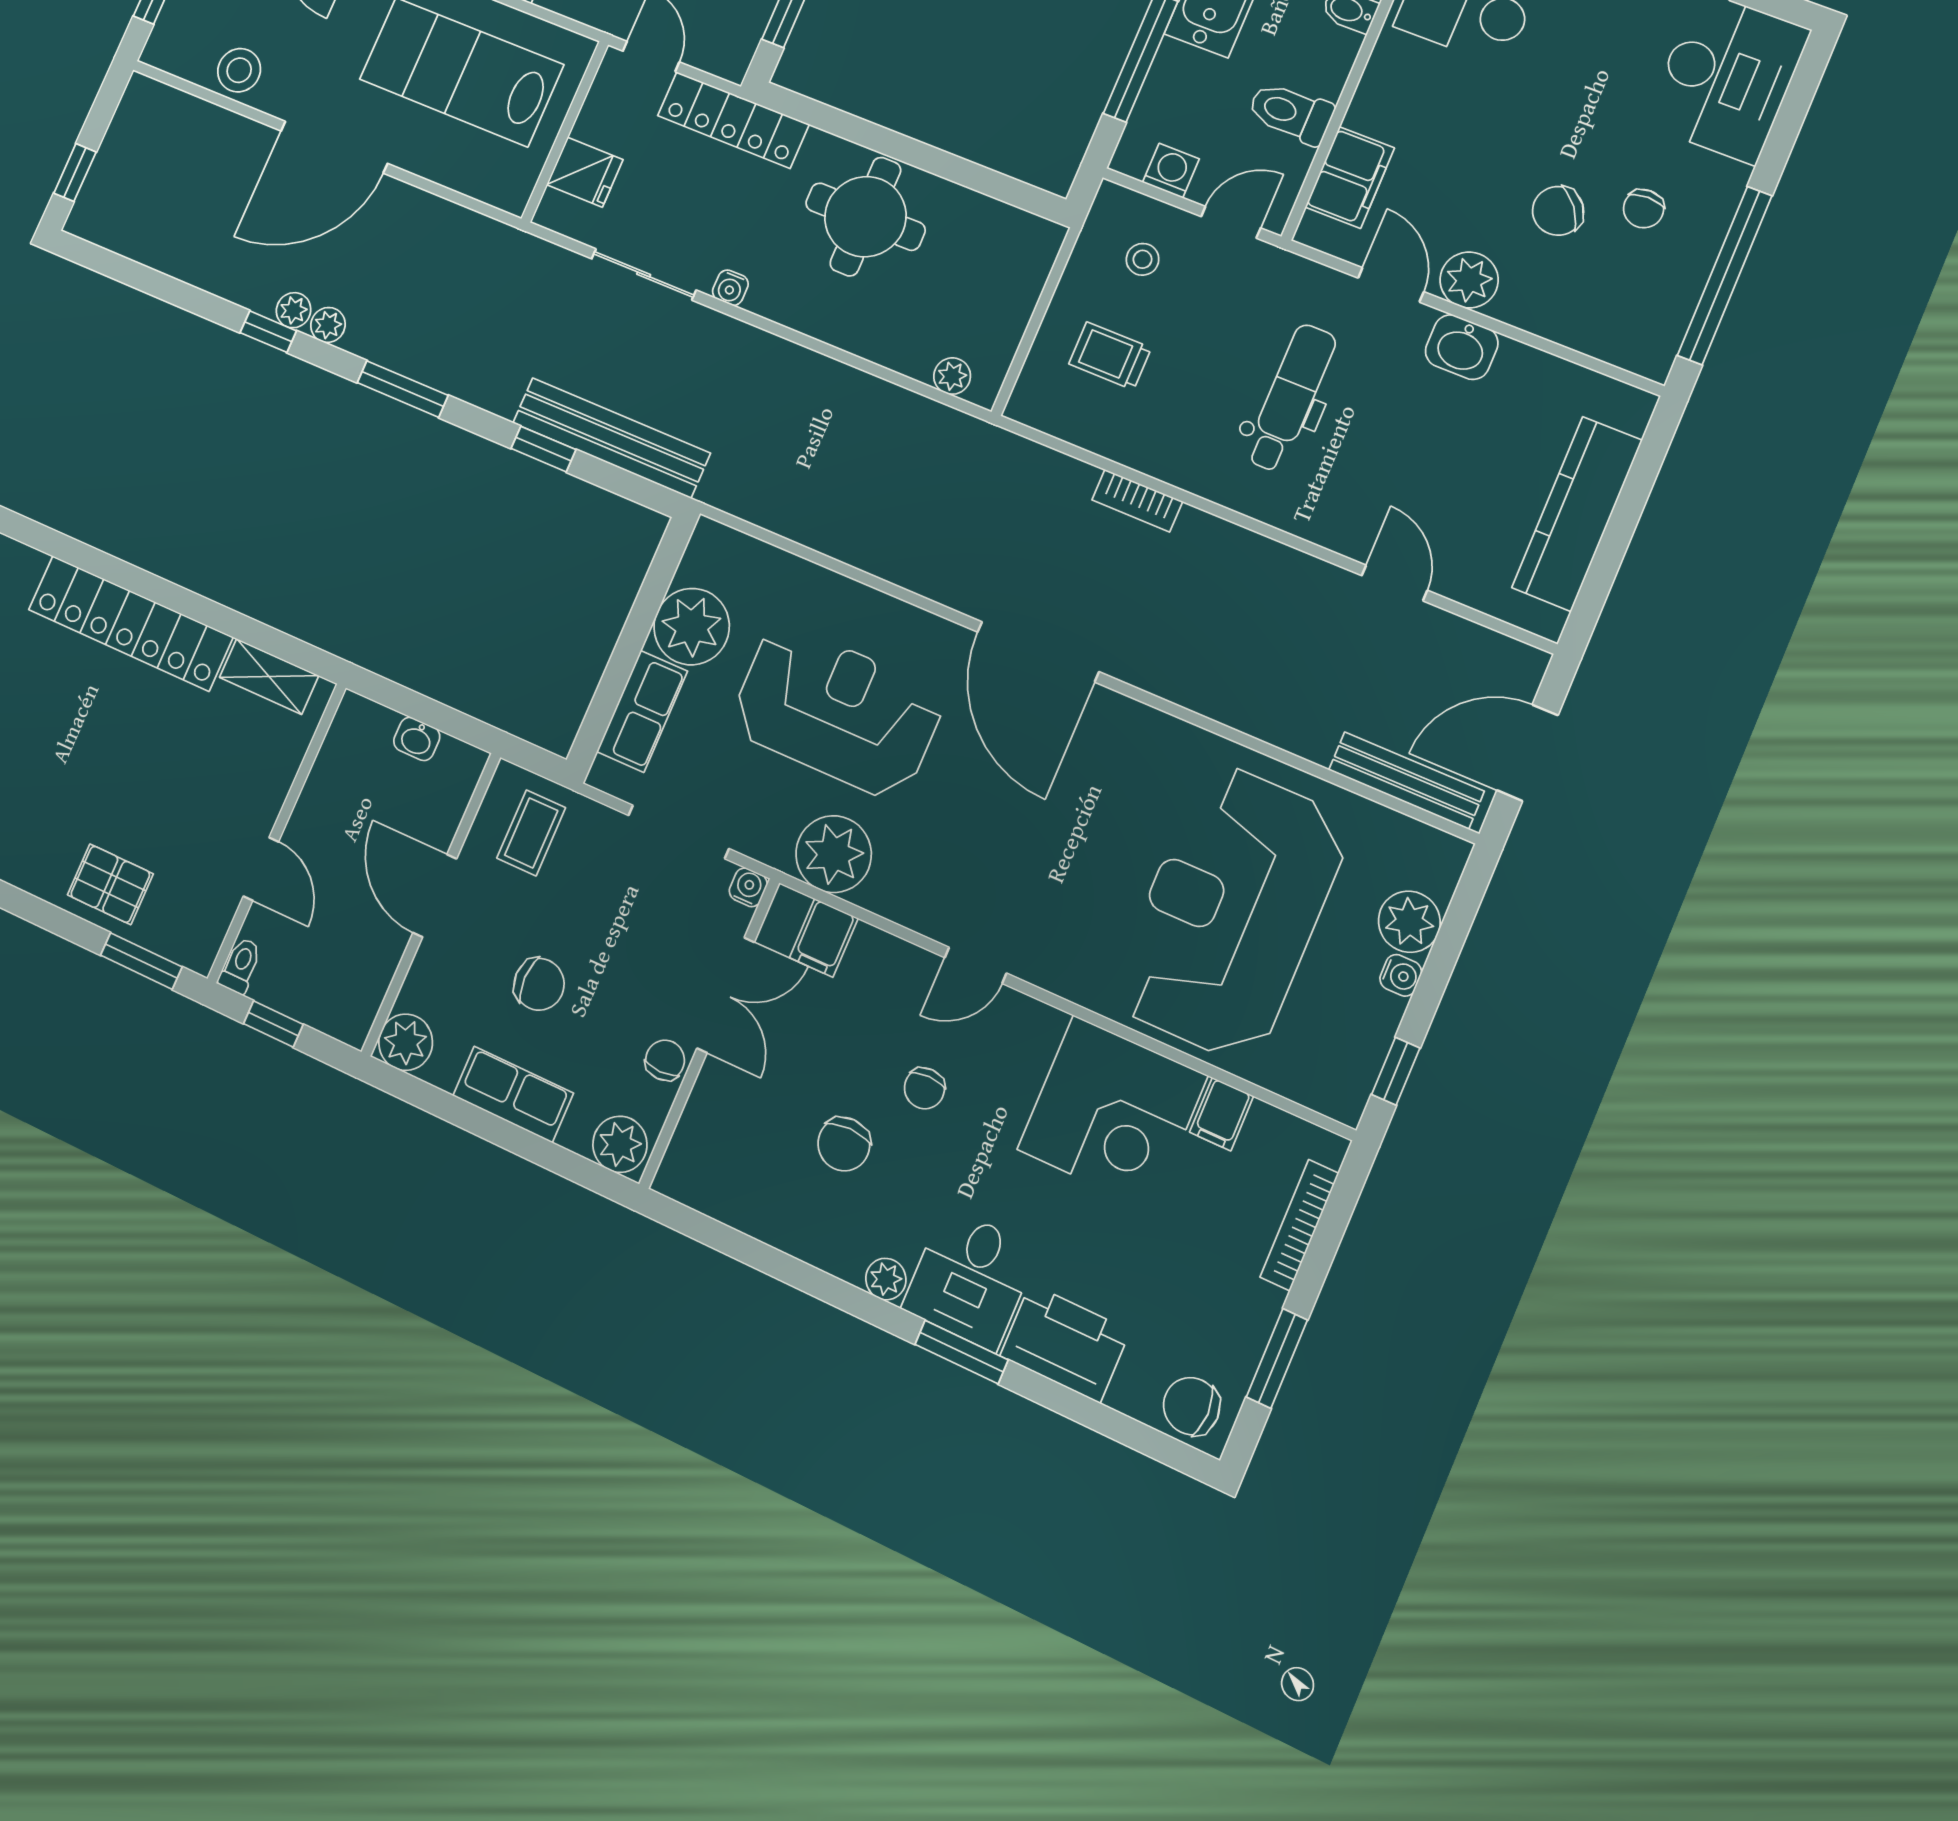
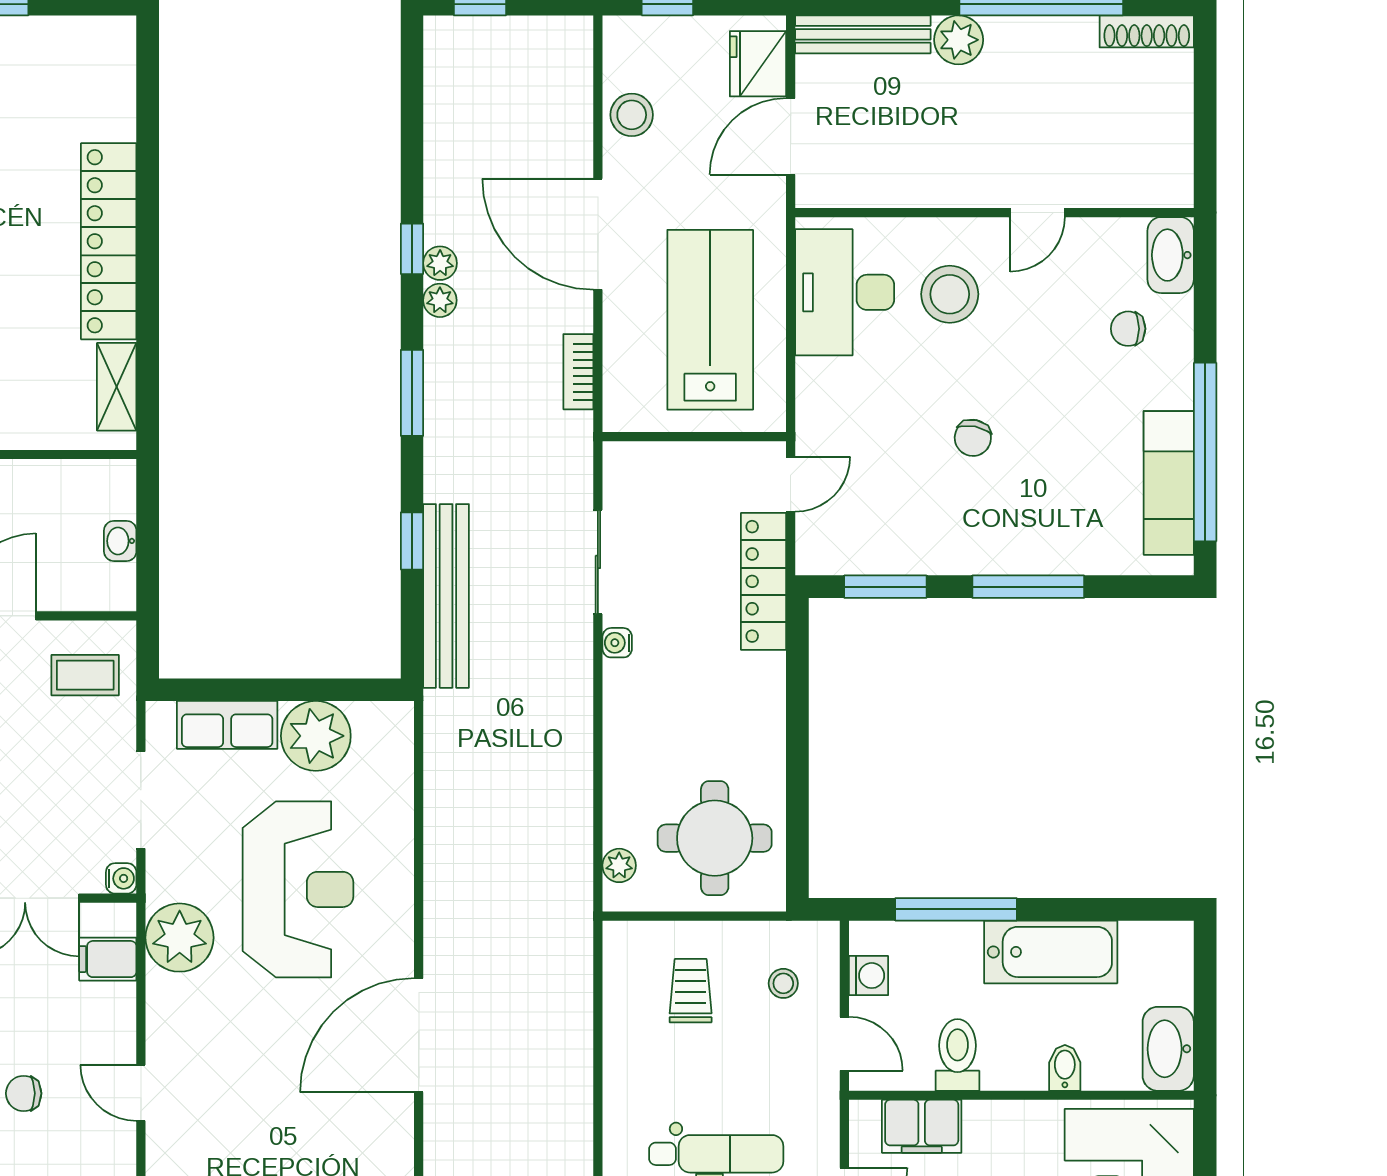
fridge: (585, 172) -> (666, 470), removed
round table: (865, 217) -> (715, 838), moved
bookcase: (1137, 501) -> (578, 372), moved

